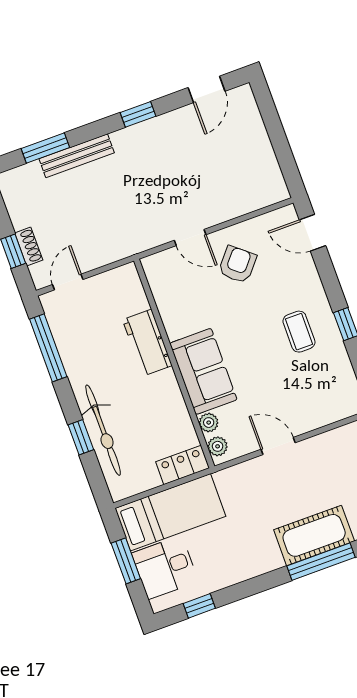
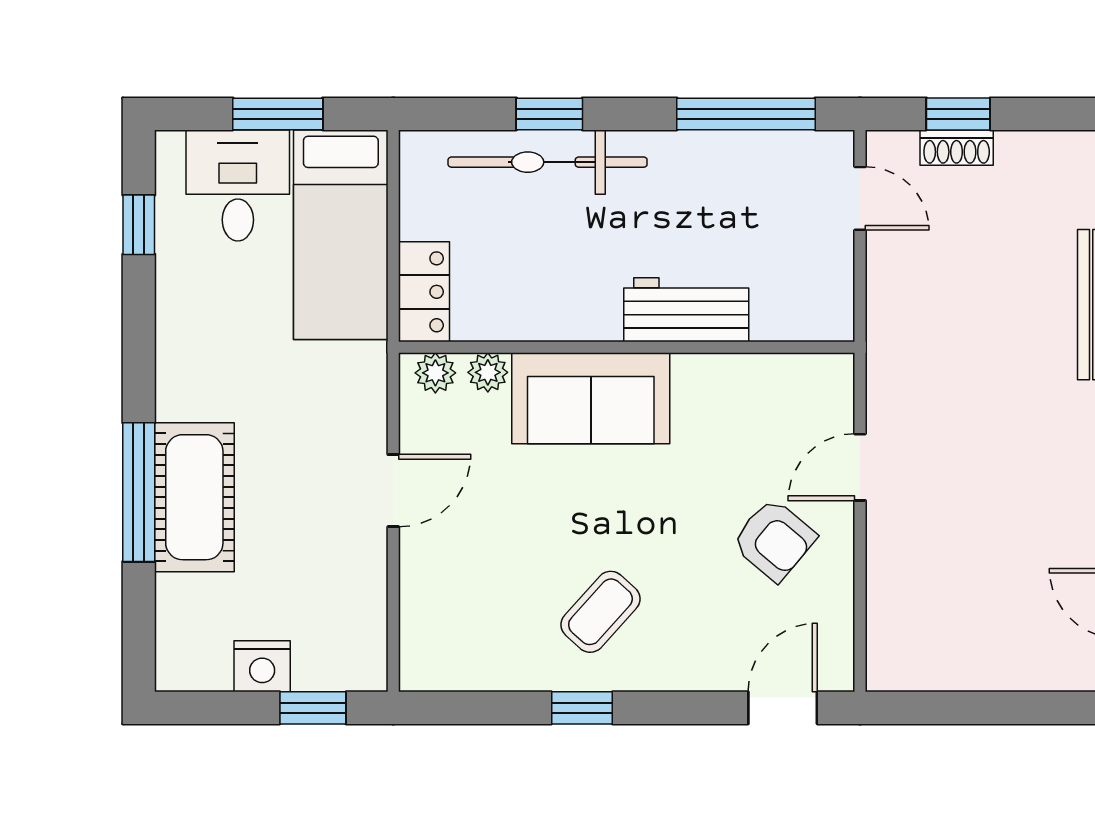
coffee table: (299, 332) -> (600, 612), turned -48

